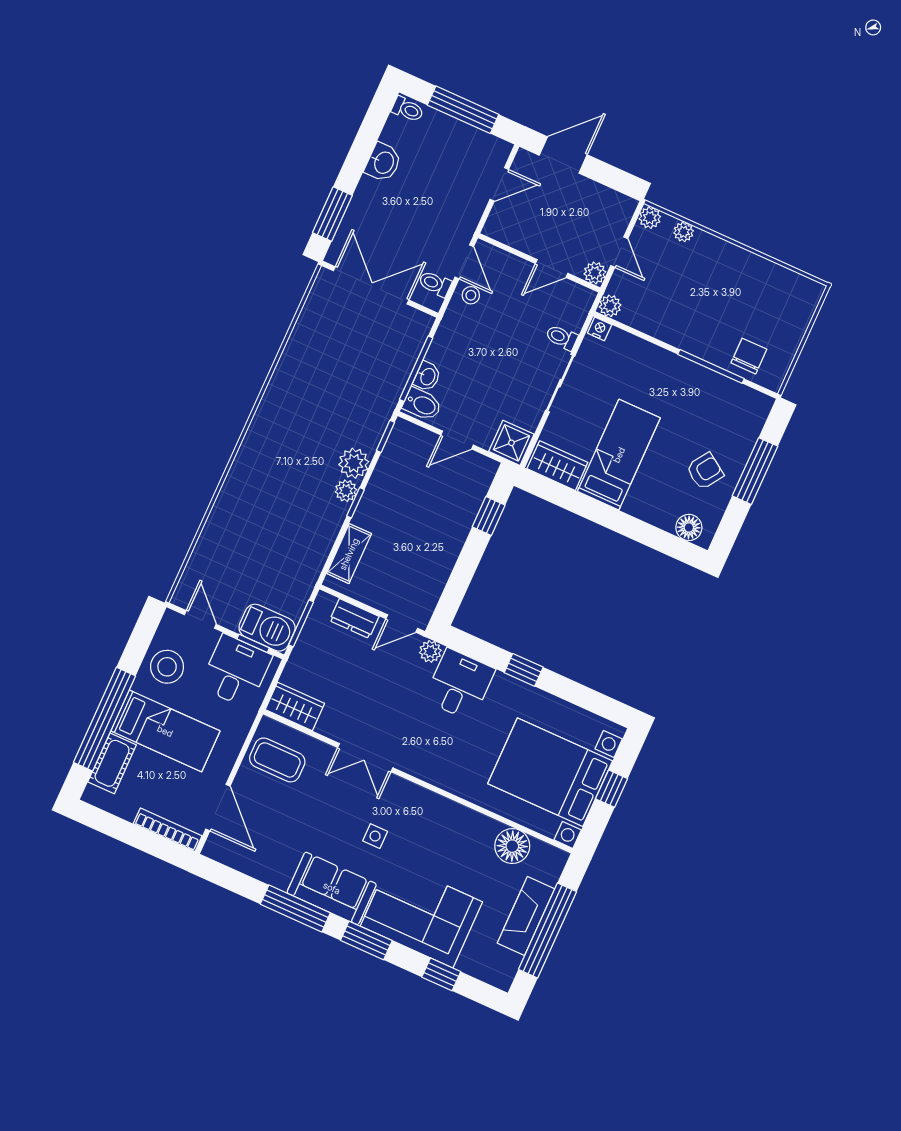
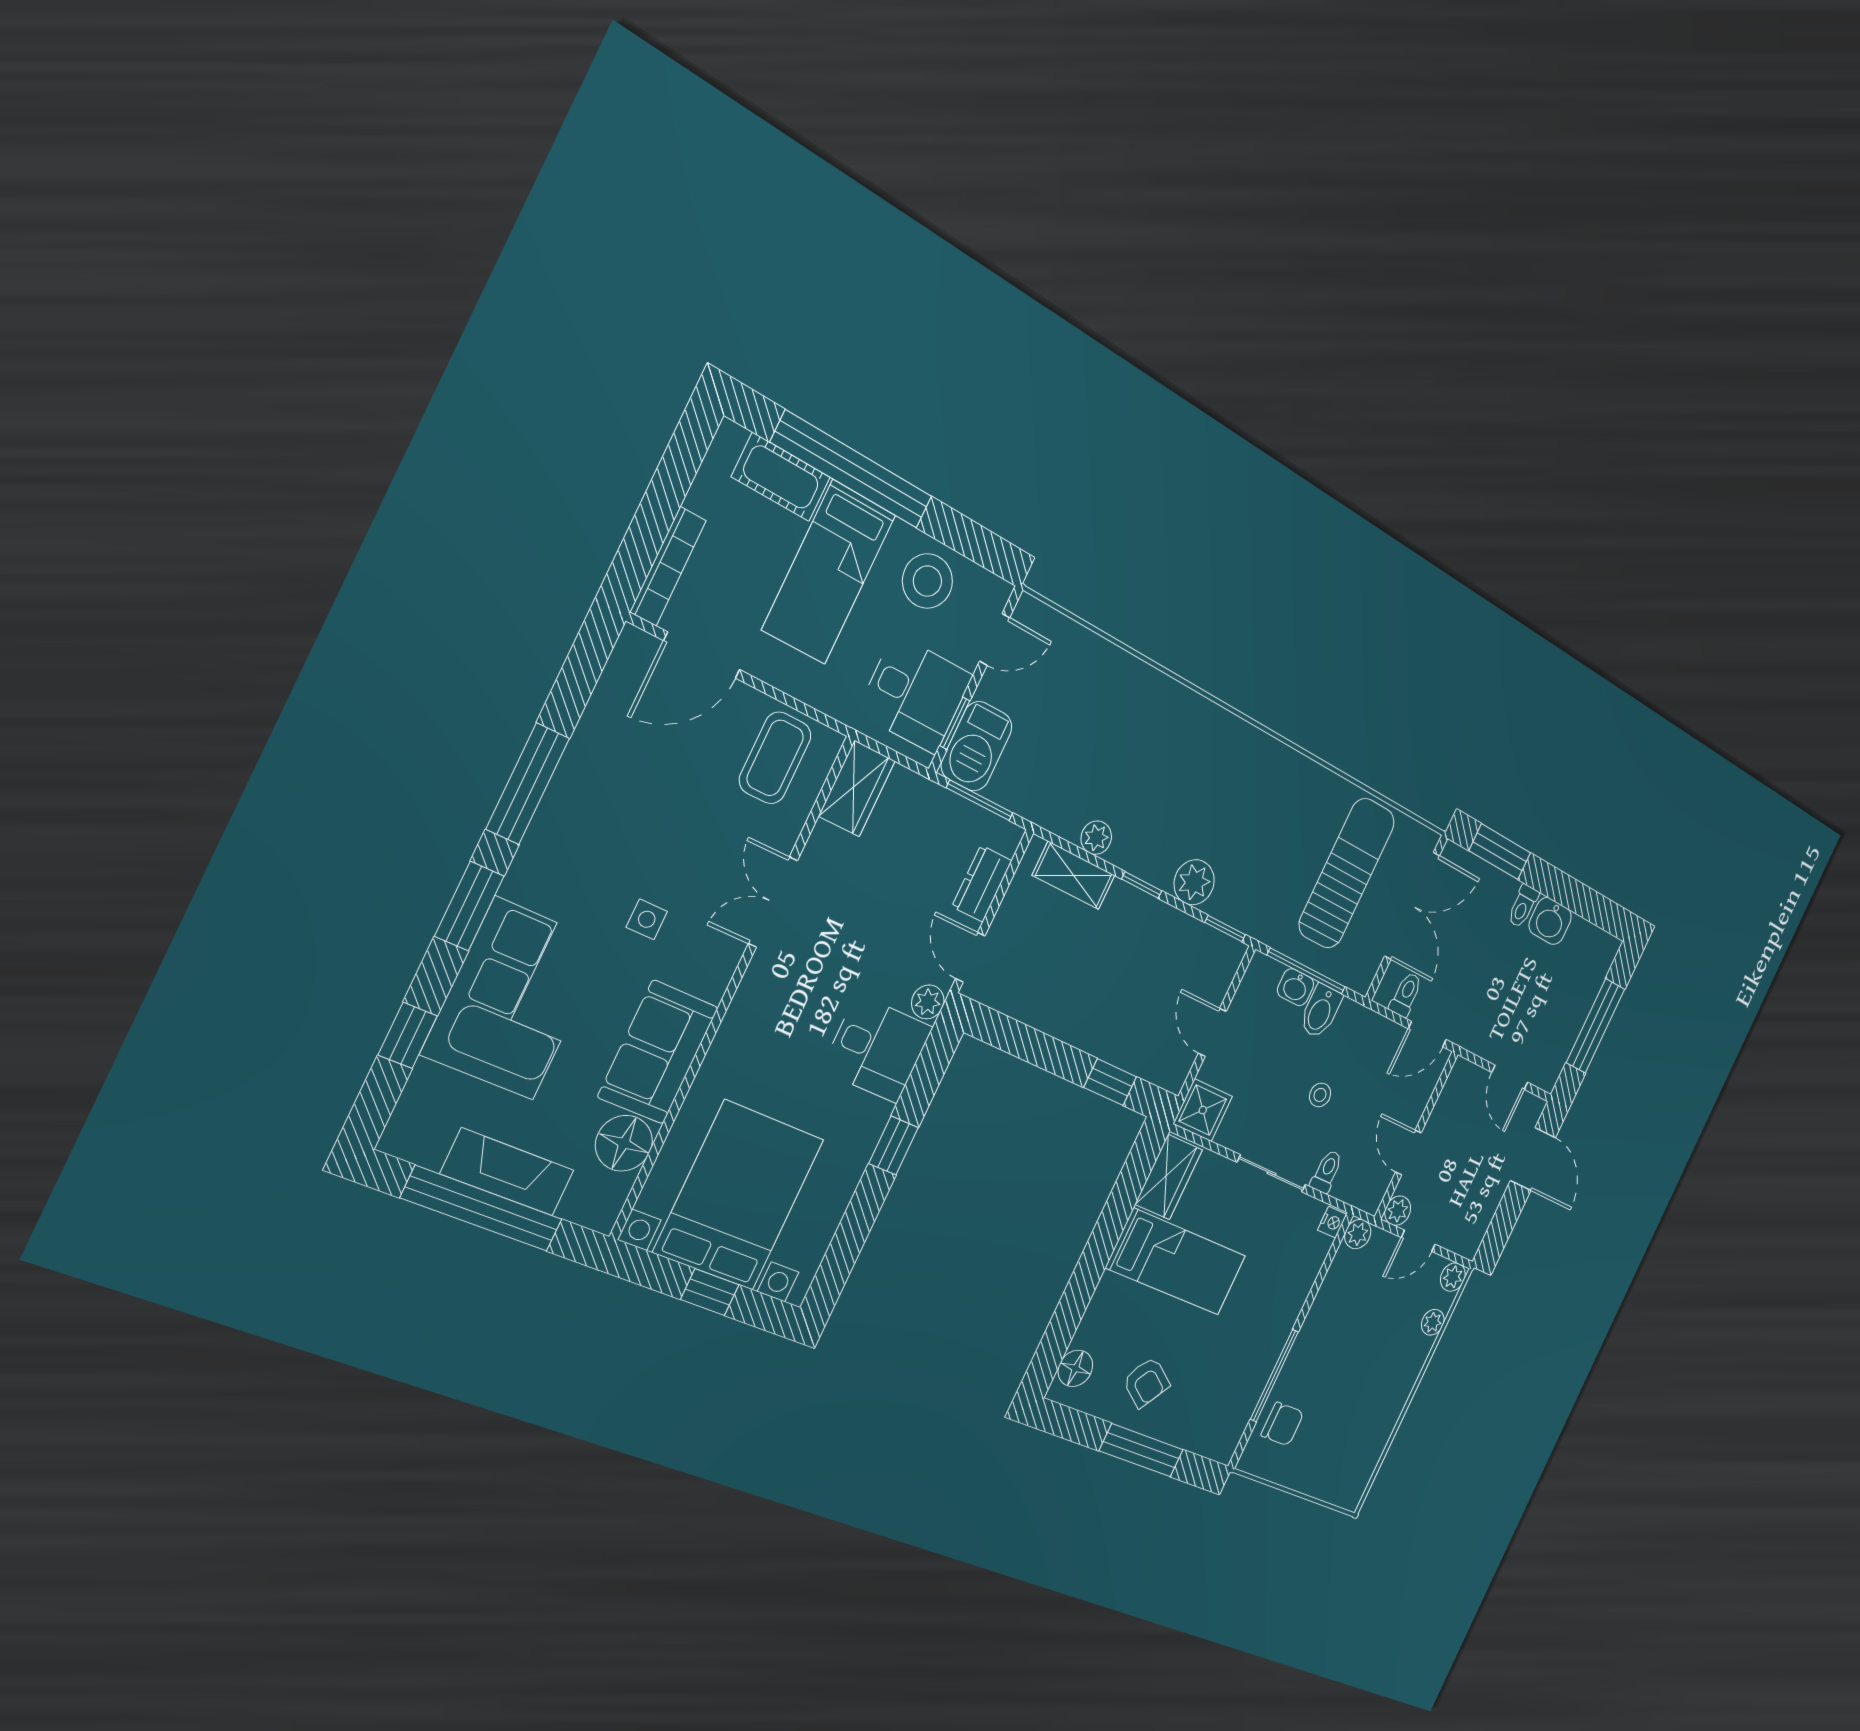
toilet: (408, 109) -> (1523, 906), moved
stool: (471, 295) -> (1320, 1095), moved
sun lounger: (348, 343) -> (1347, 873), added
bidet: (422, 404) -> (1321, 1011), moved
plant: (346, 491) -> (1096, 838), moved
sofa: (332, 888) -> (658, 1052), moved, turned 180

